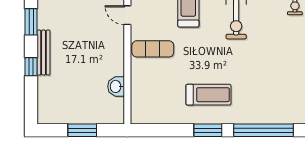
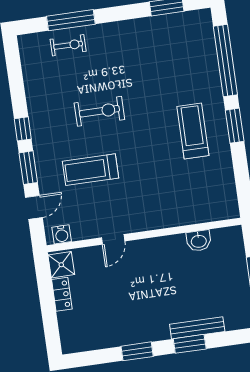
exercise mat: (153, 49) -> (148, 204), removed
bench: (44, 53) -> (197, 328), moved
window: (31, 67) -> (190, 344), width x1.50

